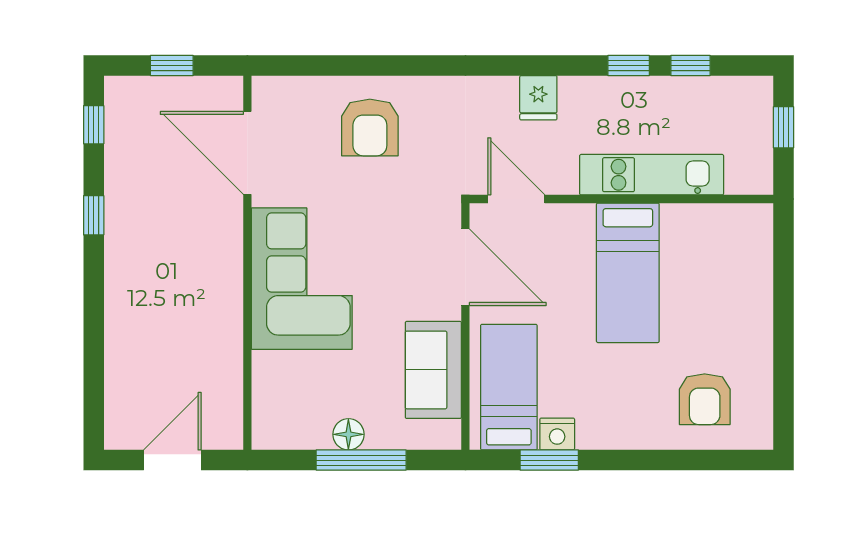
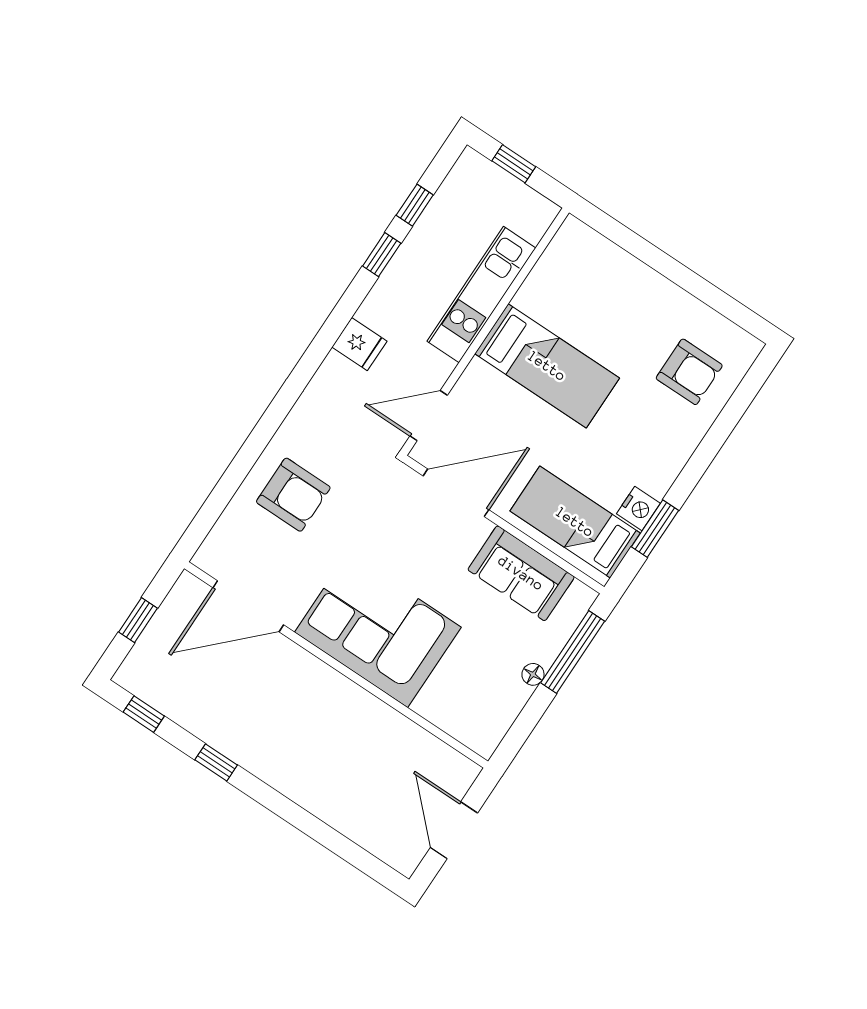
floor lamp: (348, 434) -> (533, 674), width x0.73, depth x0.73
window: (361, 460) -> (573, 652), moved

